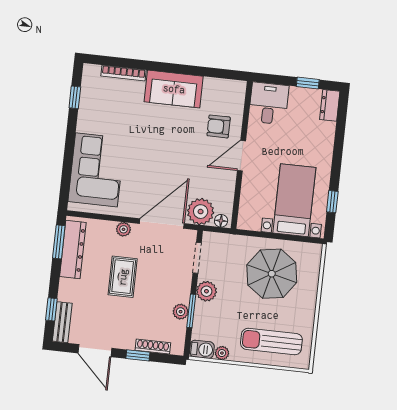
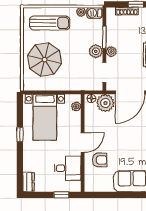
window: (308, 83) -> (61, 195), moved
desk: (269, 103) -> (68, 168), moved, turned -90
window: (332, 202) -> (20, 135), moved
plant: (245, 211) -> (76, 106), added
parasol: (272, 274) -> (45, 60), moved
plant: (181, 312) -> (111, 52), moved

